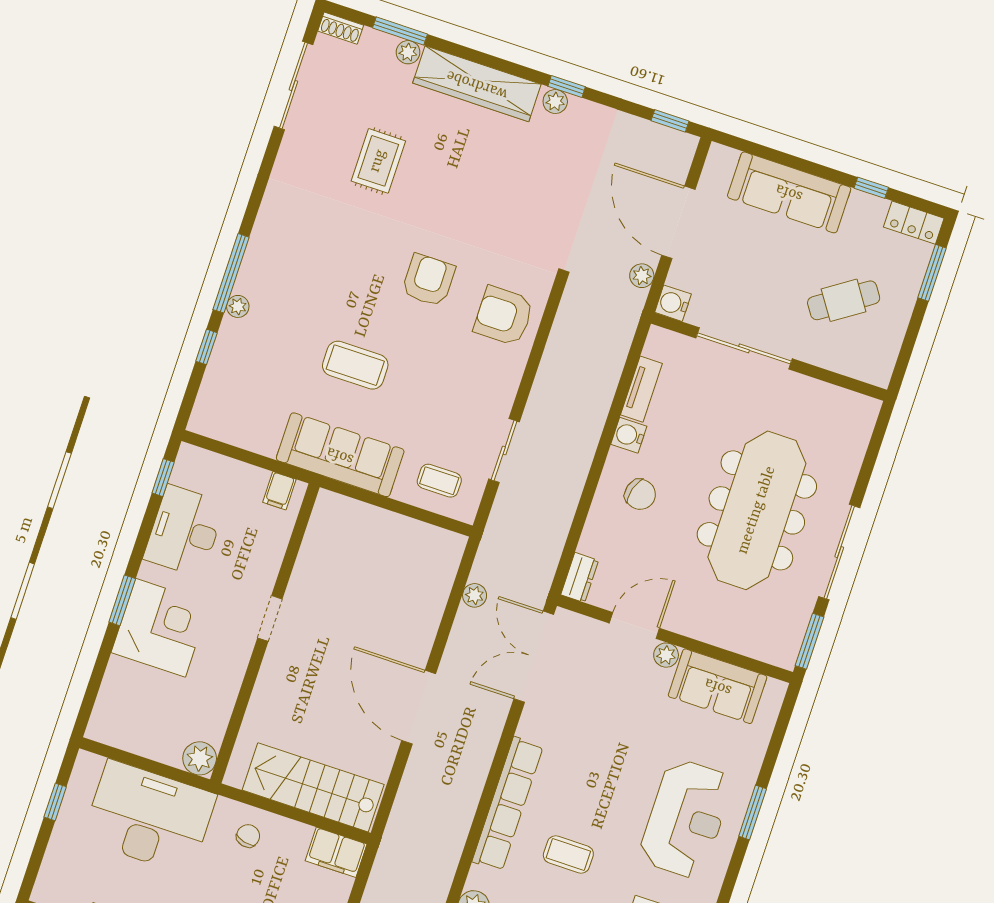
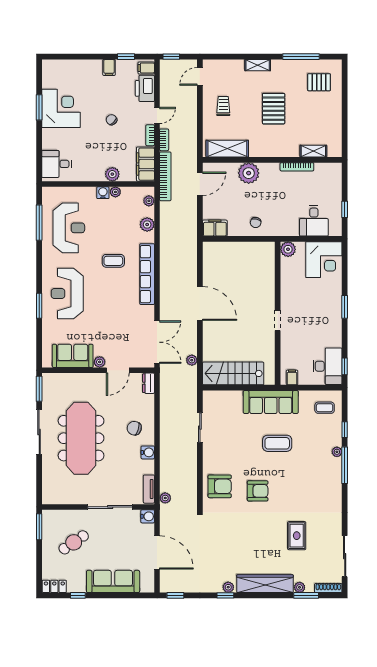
shoe rack: (341, 28) -> (328, 588), width x1.43
window: (932, 273) -> (39, 527), moved
plant: (642, 276) -> (165, 498), moved
armchair: (428, 280) -> (258, 491), turned -90
tv unit: (641, 389) -> (149, 489), moved
coffee table: (439, 481) -> (325, 408), moved
desk: (184, 531) -> (328, 366), moved
corner desk: (161, 628) -> (324, 260), moved, turned -90
stairs: (313, 787) -> (233, 373), moved, turned 180
desk: (149, 817) -> (314, 221), width x0.53, depth x0.77

